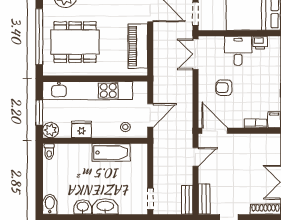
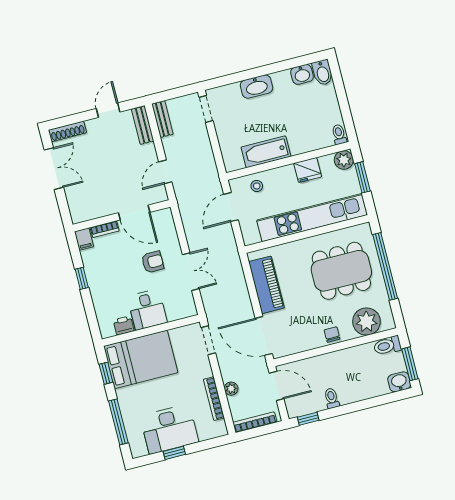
double door: (196, 54) -> (191, 272), moved
door: (215, 131) -> (134, 212), moved
washbasin: (83, 207) -> (302, 74), moved

